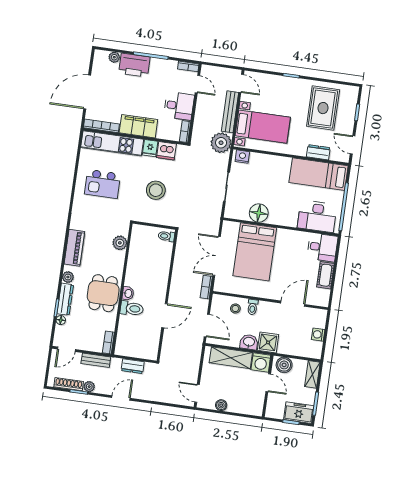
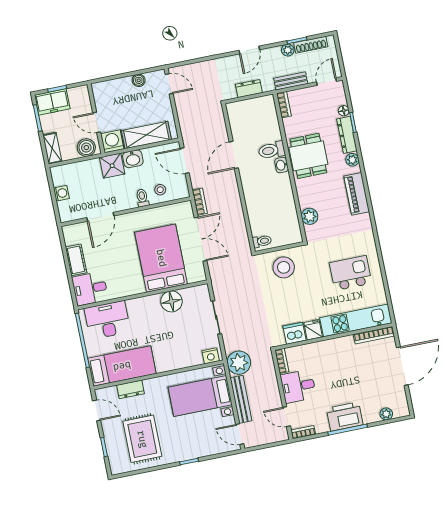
printer: (134, 65) -> (345, 416), moved
filing cabinet: (138, 126) -> (334, 349), removed
stool: (156, 190) -> (284, 267), moved

